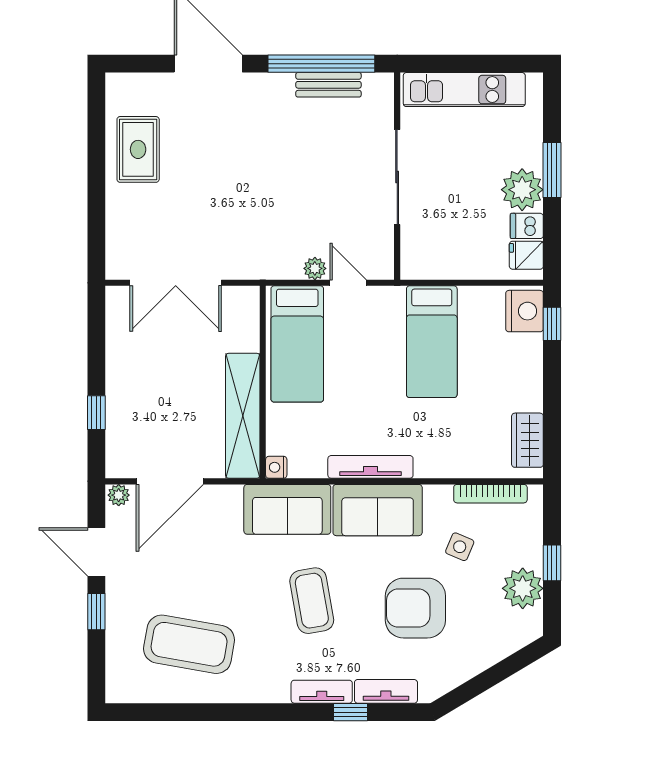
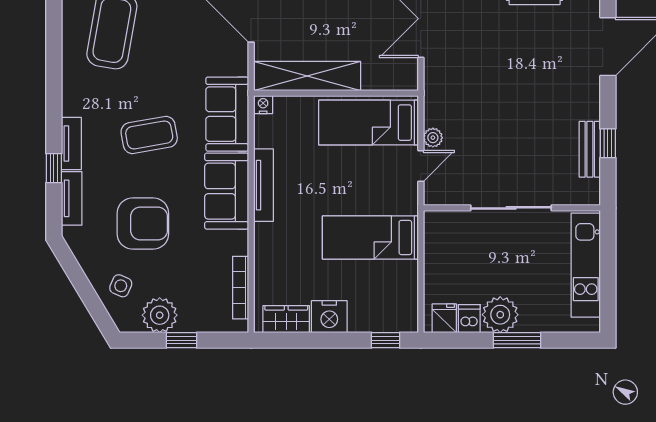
window: (321, 64) -> (608, 143), width x0.32
nightstand: (525, 311) -> (329, 317), moved
side table: (460, 547) -> (121, 286), moved
armchair: (415, 608) -> (143, 224), turned 90

